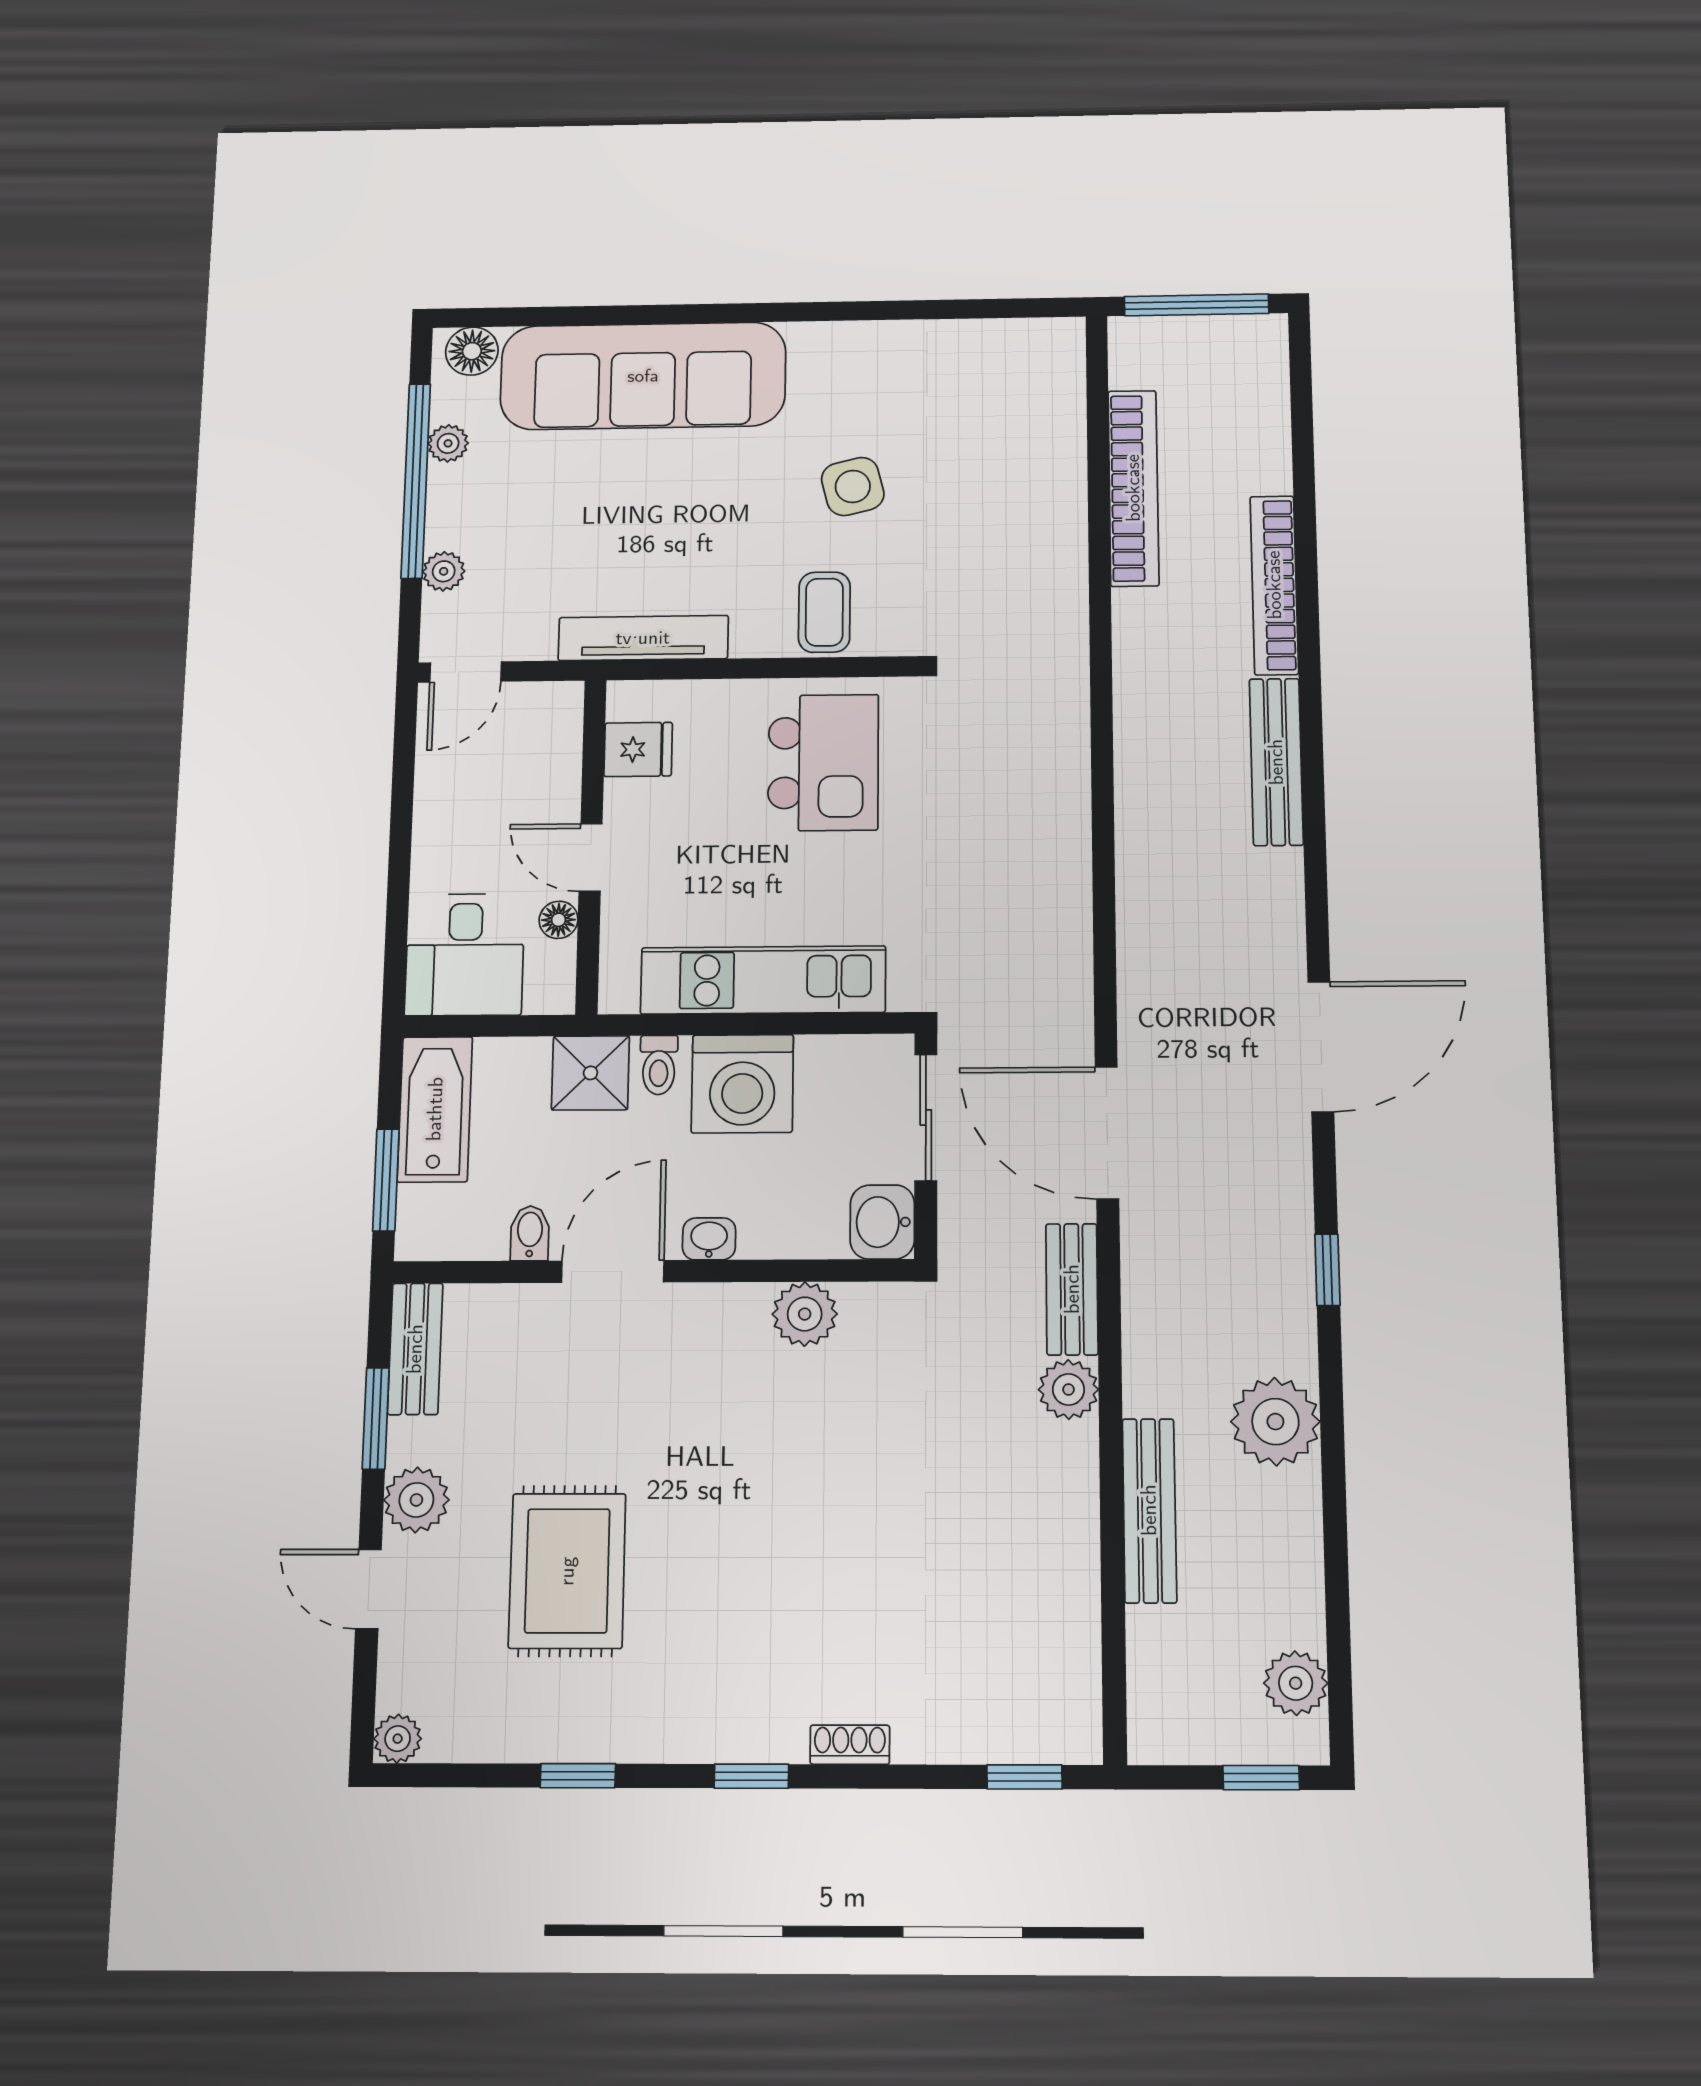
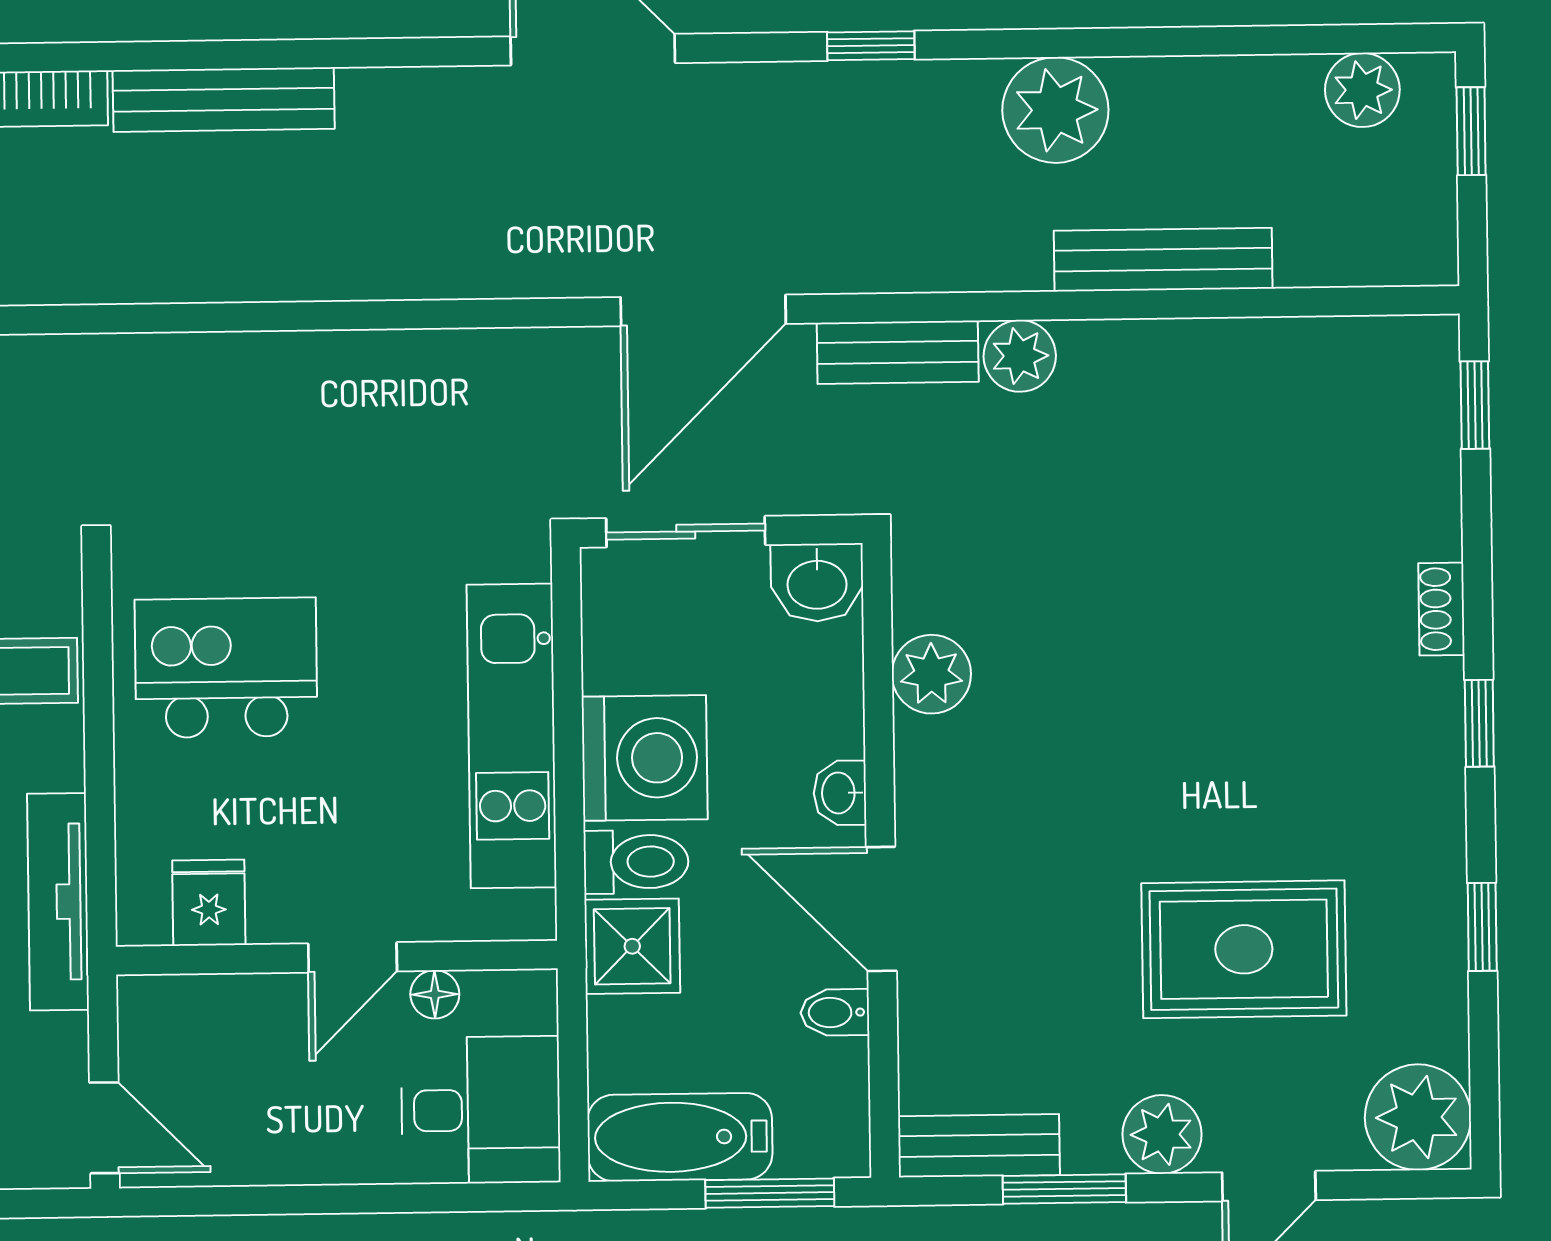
toilet: (659, 1065) -> (636, 862), width x1.37, depth x1.39
plant: (398, 1739) -> (1418, 1117), width x1.88, depth x1.88

